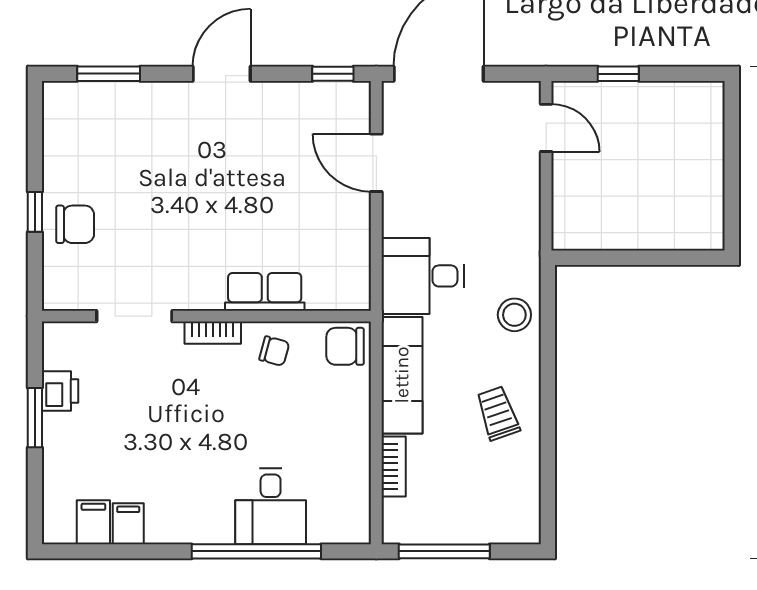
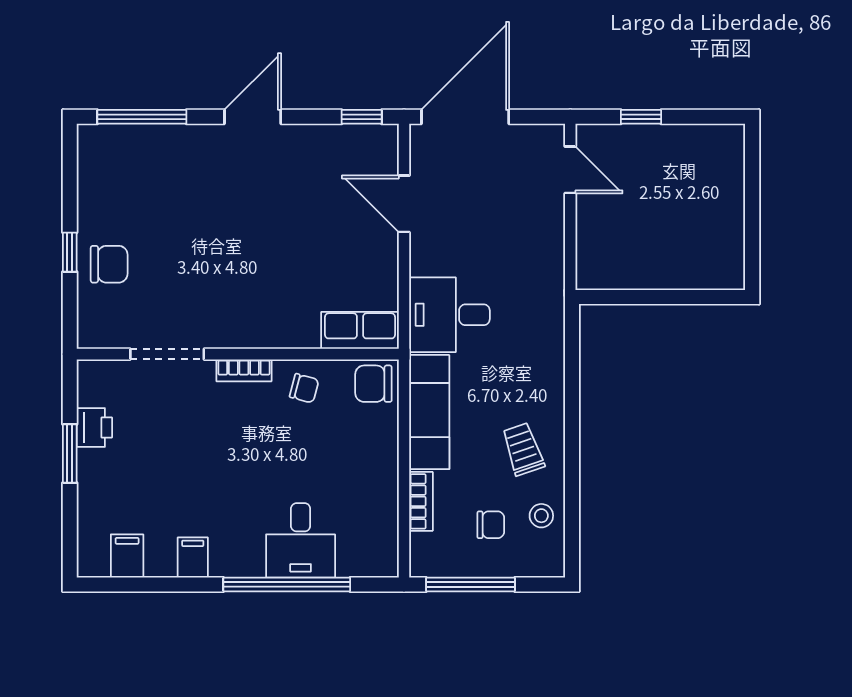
window: (109, 74) -> (142, 117), width x1.44
row of seats: (265, 292) -> (360, 330), moved
stool: (514, 315) -> (541, 516), moved, width x0.73, depth x0.73
chair: (465, 490) -> (491, 525), added
filing cabinet: (128, 524) -> (193, 557), moved

